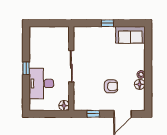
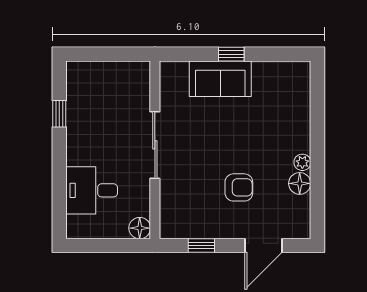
sofa: (130, 35) -> (220, 79), moved
window: (26, 68) -> (59, 114), moved
desk: (41, 83) -> (92, 190), width x0.73

